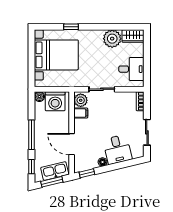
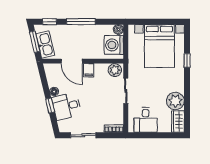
filing cabinet: (81, 113) -> (89, 70), moved
door: (72, 144) -> (72, 61), swing flipped
window: (87, 173) -> (50, 106), moved

